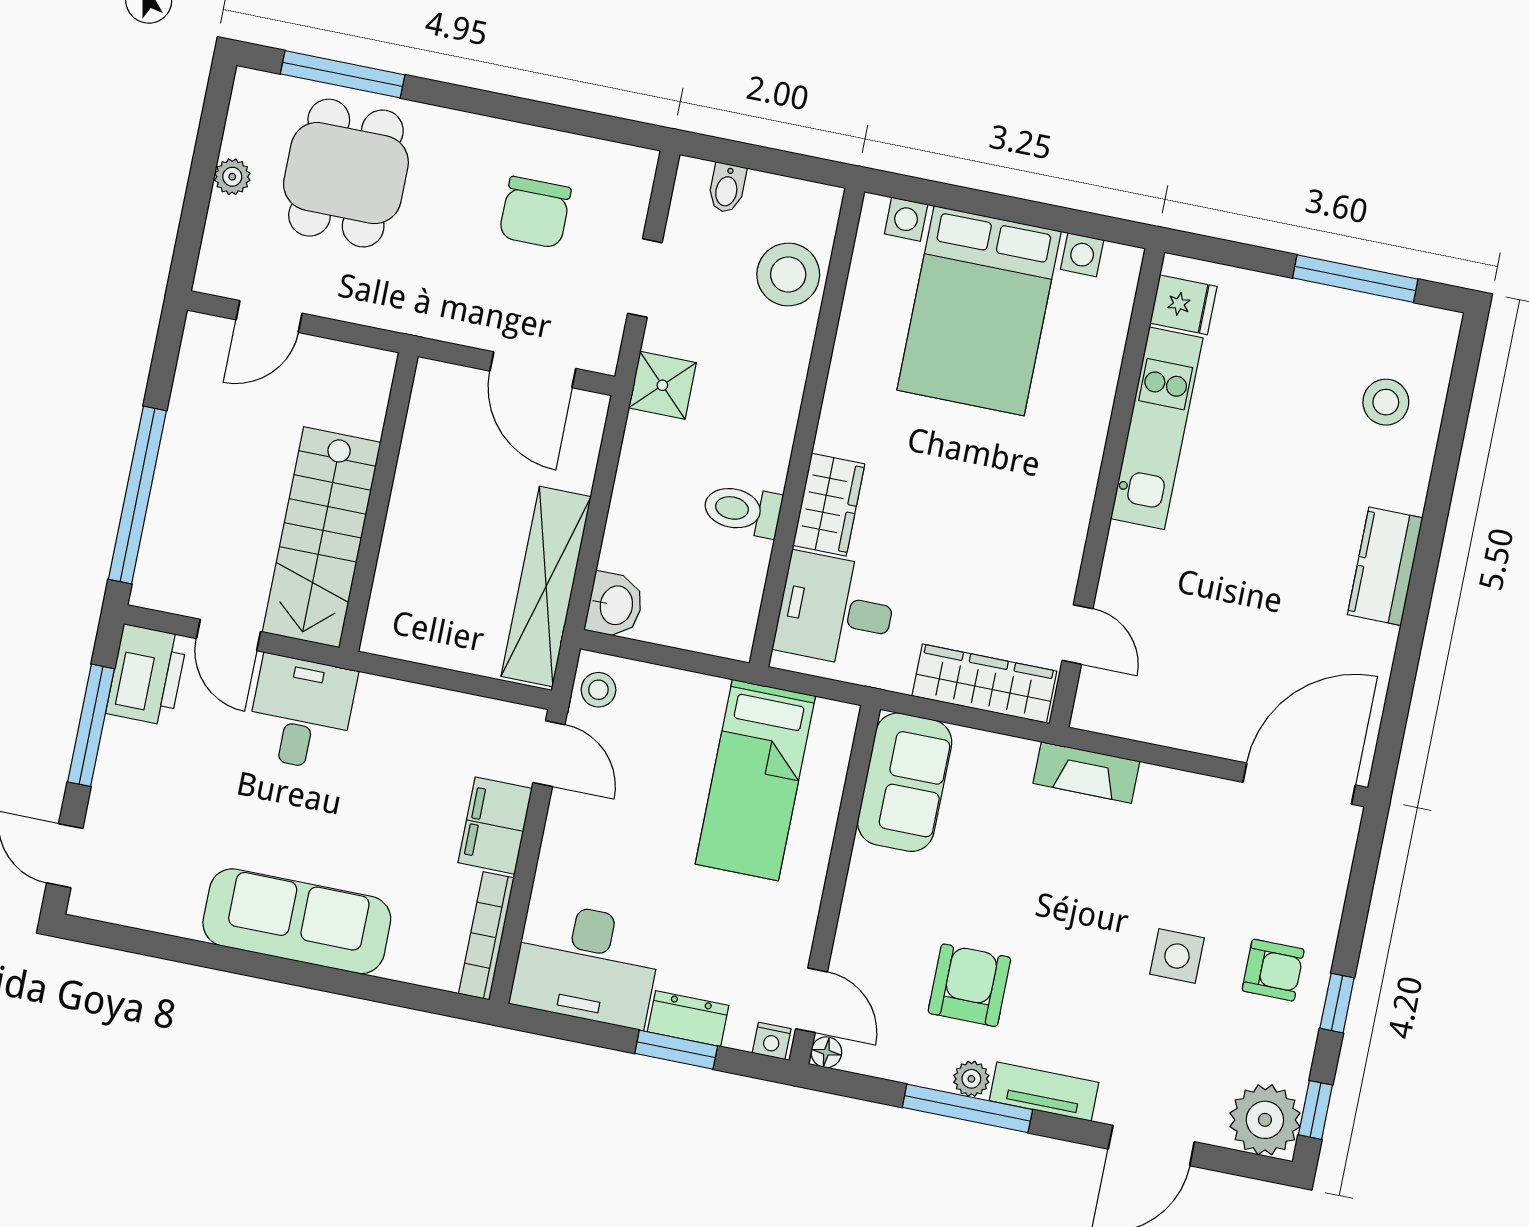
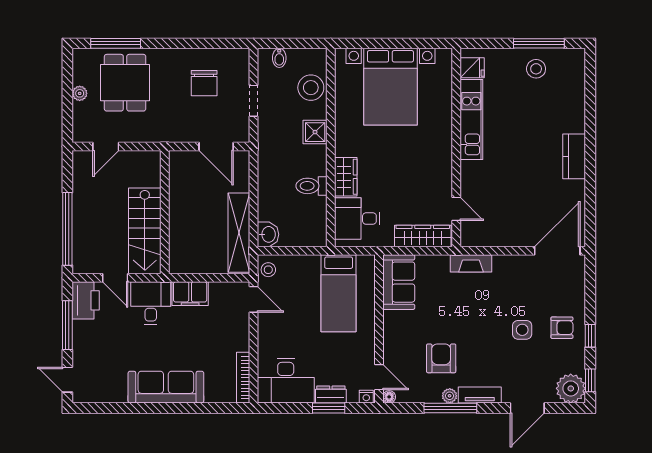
shower: (662, 385) -> (315, 132), moved
stool: (1386, 402) -> (536, 69), moved
filing cabinet: (495, 826) -> (190, 294), moved, turned -90

